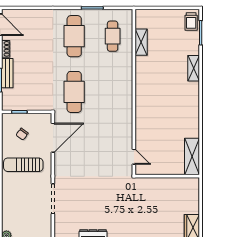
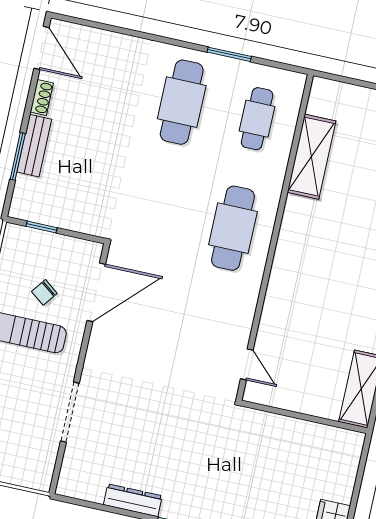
shelving: (141, 42) -> (312, 157), width x1.50, depth x1.33
cafe table: (74, 92) -> (233, 228), moved
chair: (22, 134) -> (44, 292), moved

